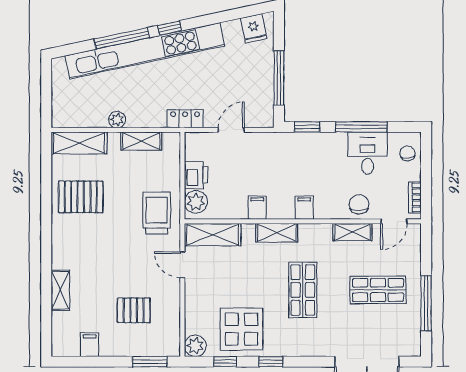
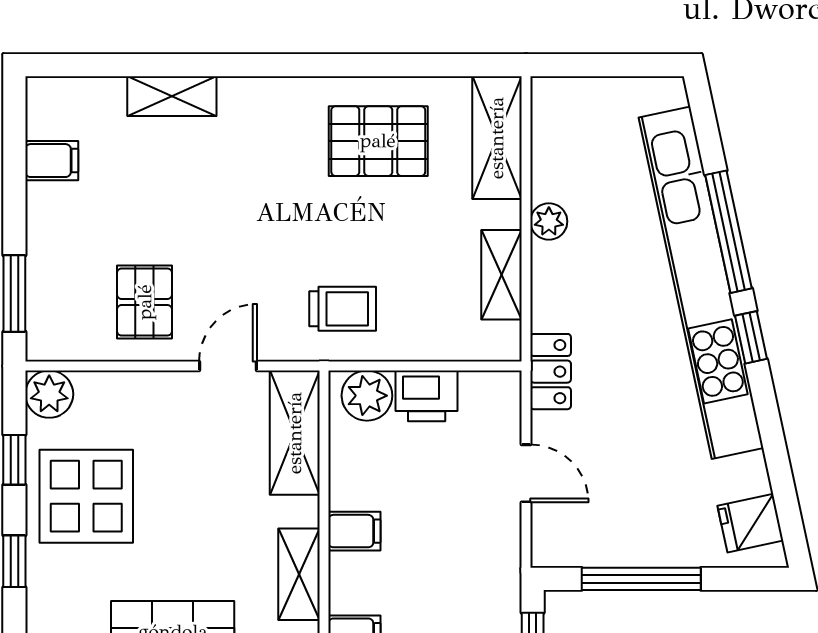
pallet: (81, 197) -> (378, 141), turned 90
trolley: (157, 213) -> (343, 309), width x0.73, depth x0.72
pallet: (134, 310) -> (145, 302), moved

